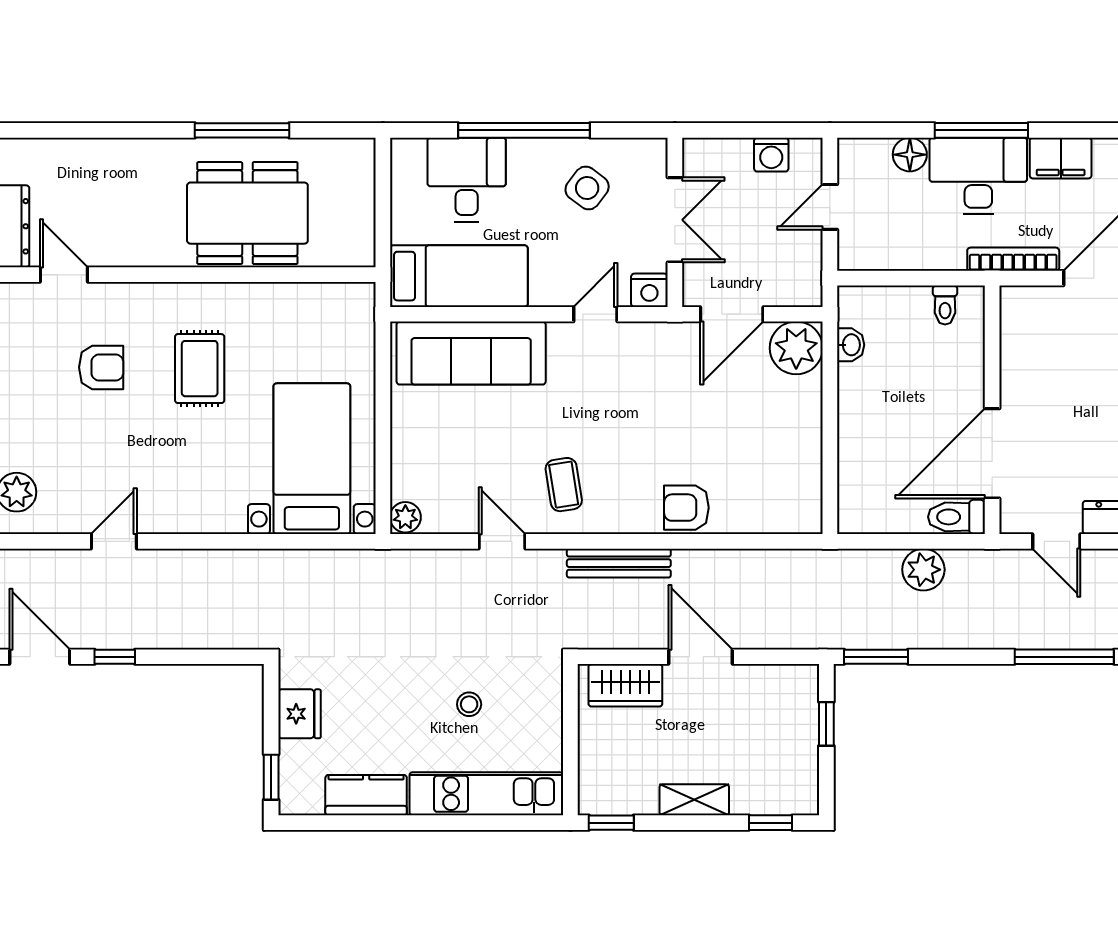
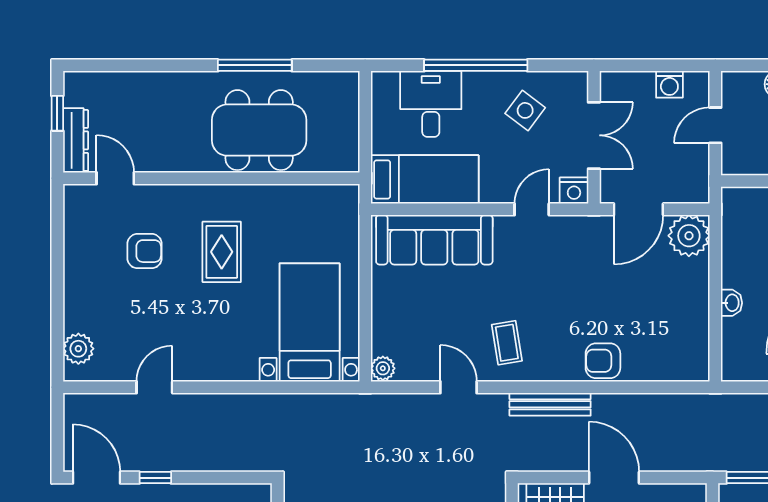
washbasin: (851, 345) -> (732, 303), moved

